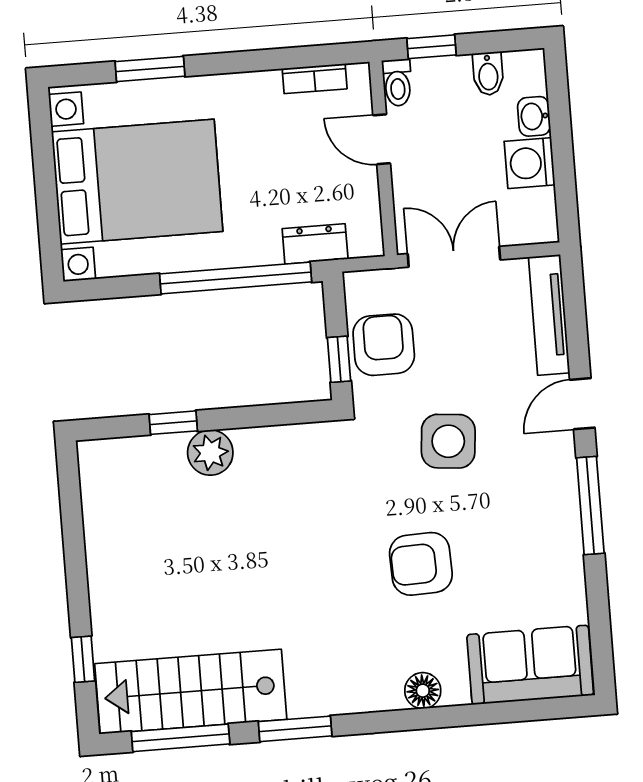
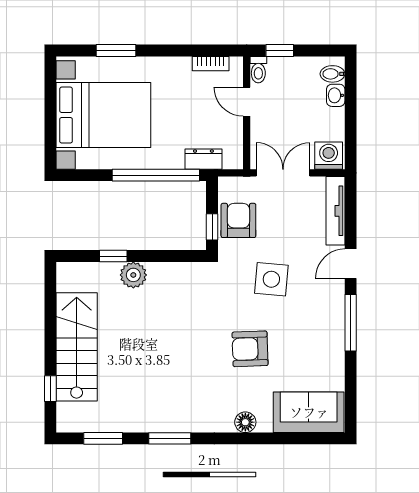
bidet: (488, 74) -> (332, 74), moved, turned 90
washing machine: (530, 163) -> (329, 156), moved, turned 90
stairs: (191, 692) -> (77, 347), moved, turned 90
window: (181, 738) -> (103, 438), width x0.69

